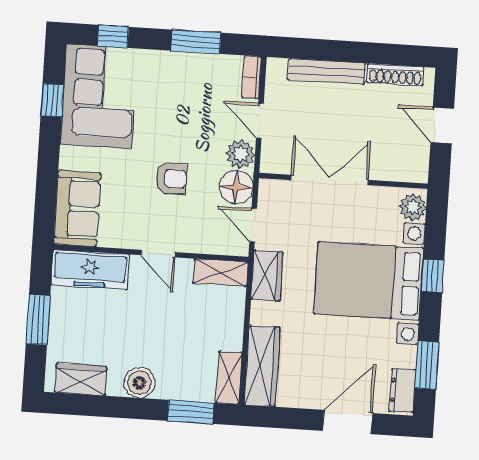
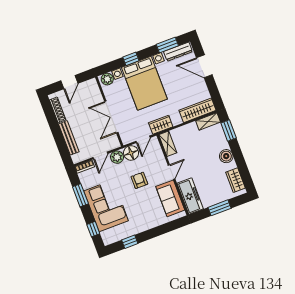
corner sofa: (99, 96) -> (106, 206), moved, turned 90
sofa: (77, 208) -> (170, 198), moved, turned -90
dresser: (402, 390) -> (178, 52), width x1.44

